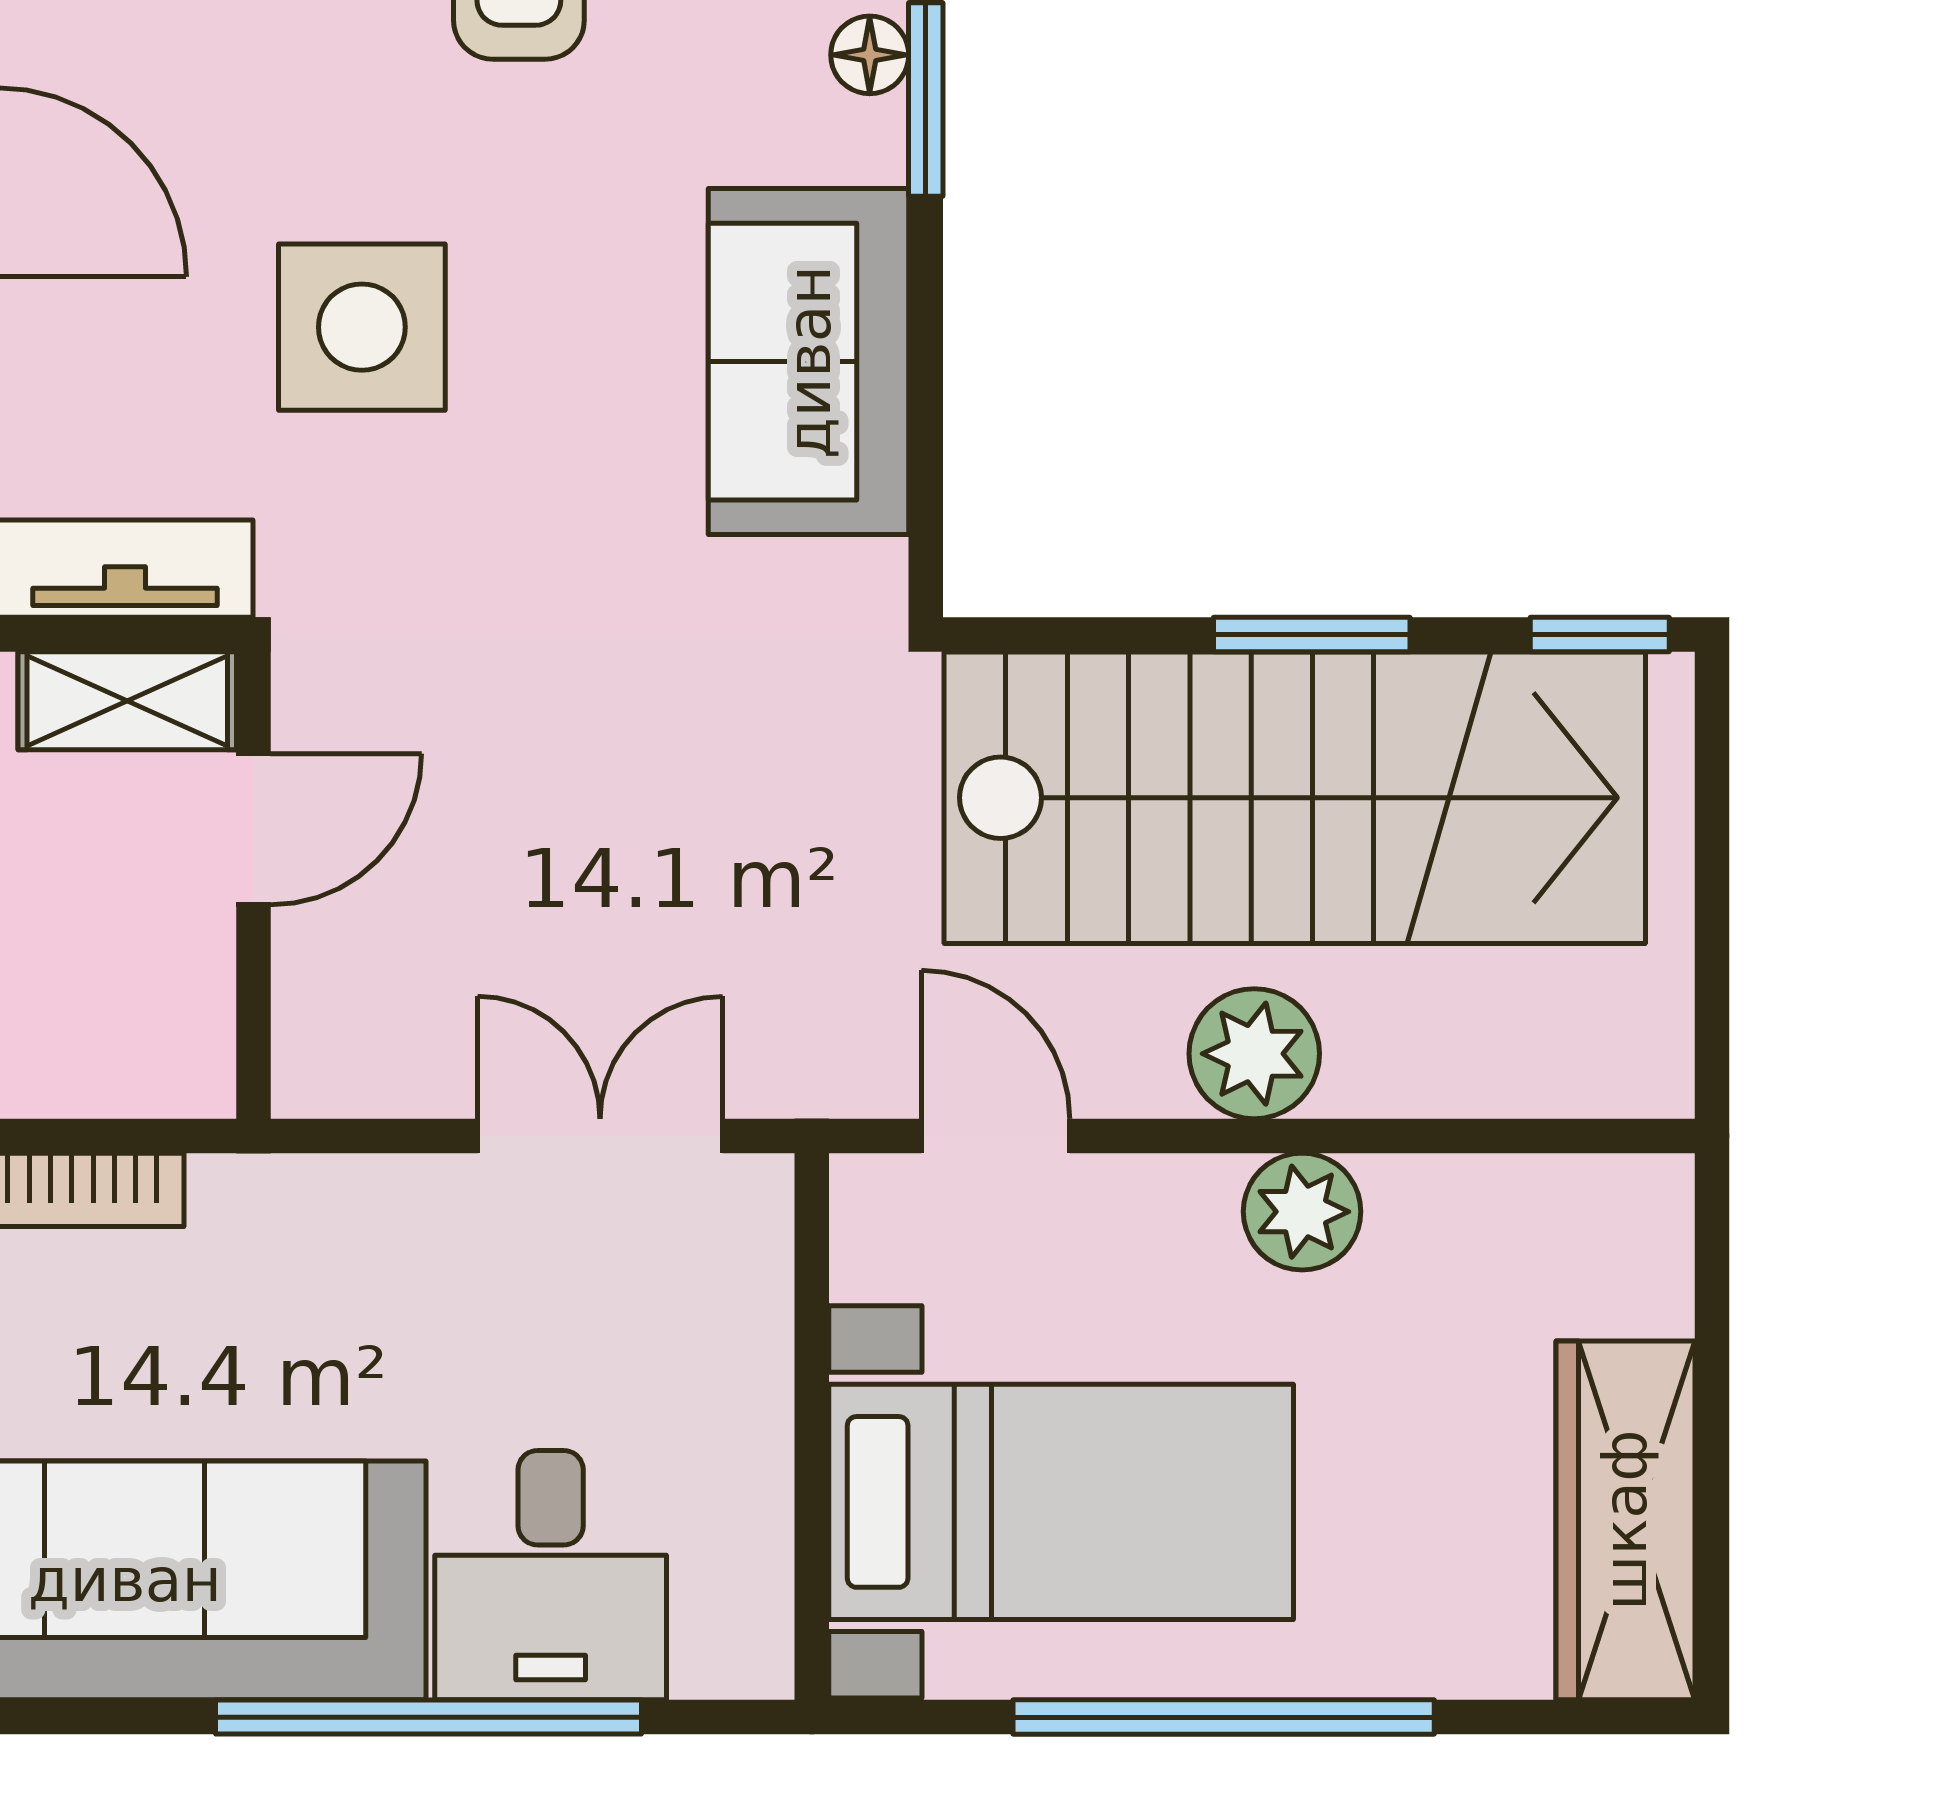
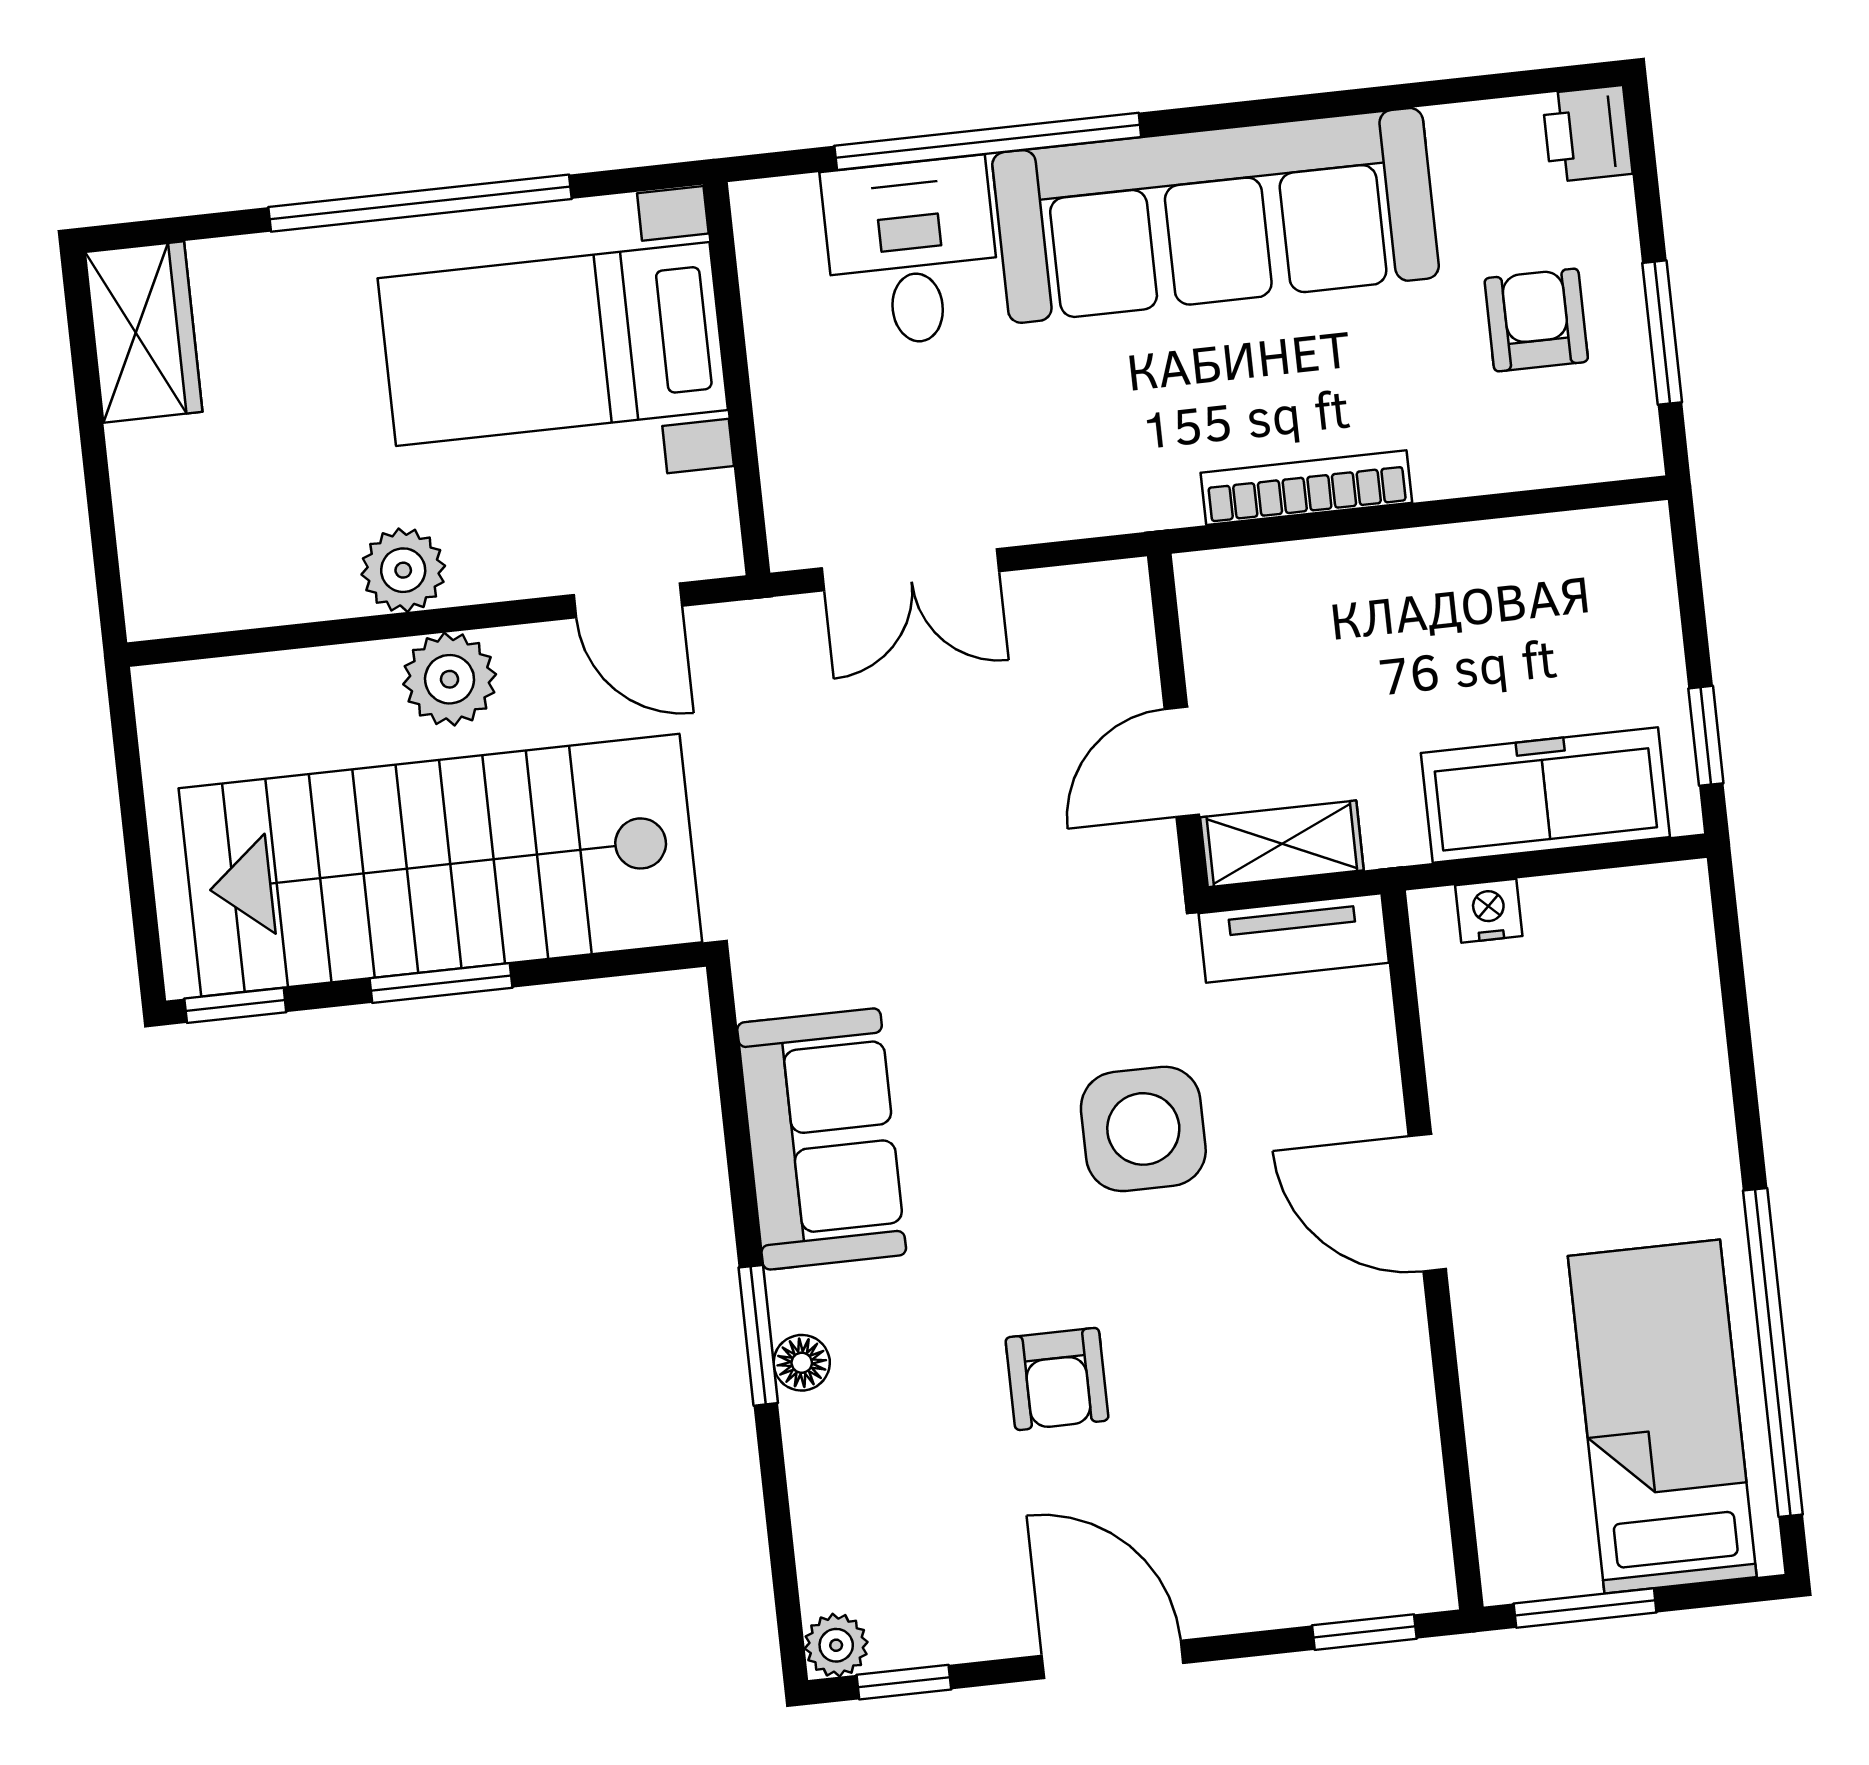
wardrobe: (1625, 1520) -> (144, 332), width x0.67

